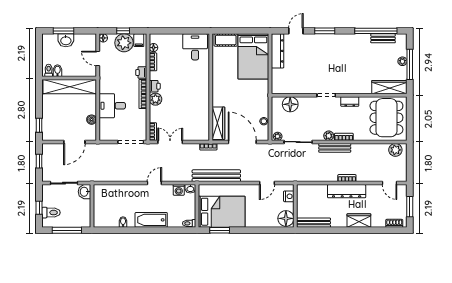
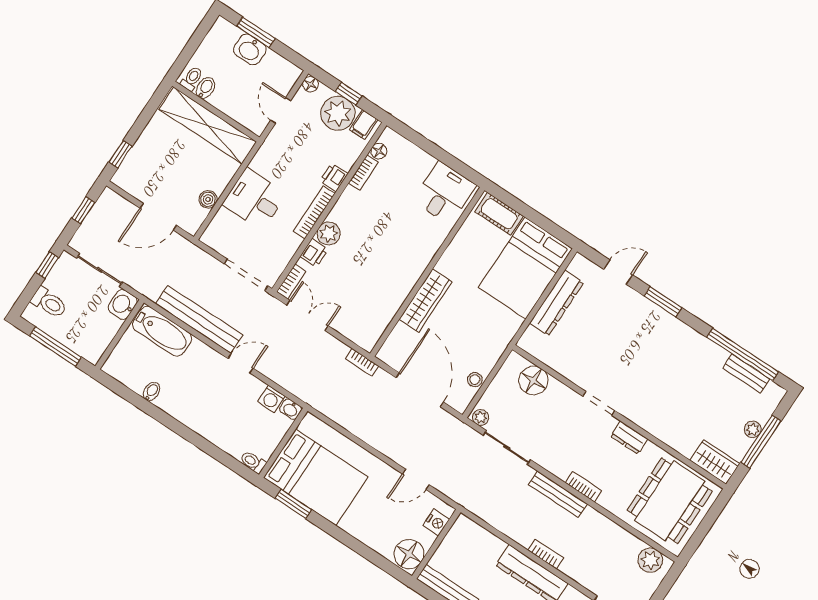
dresser: (278, 51) -> (556, 303), moved
printer: (155, 86) -> (314, 253), moved
wardrobe: (389, 87) -> (715, 462), width x0.67
wardrobe: (218, 123) -> (425, 300), moved
plant: (329, 136) -> (561, 469), removed
bench: (216, 176) -> (199, 319), moved
window: (39, 208) -> (47, 265), moved
bathtub: (151, 220) -> (162, 331), moved, turned 180

